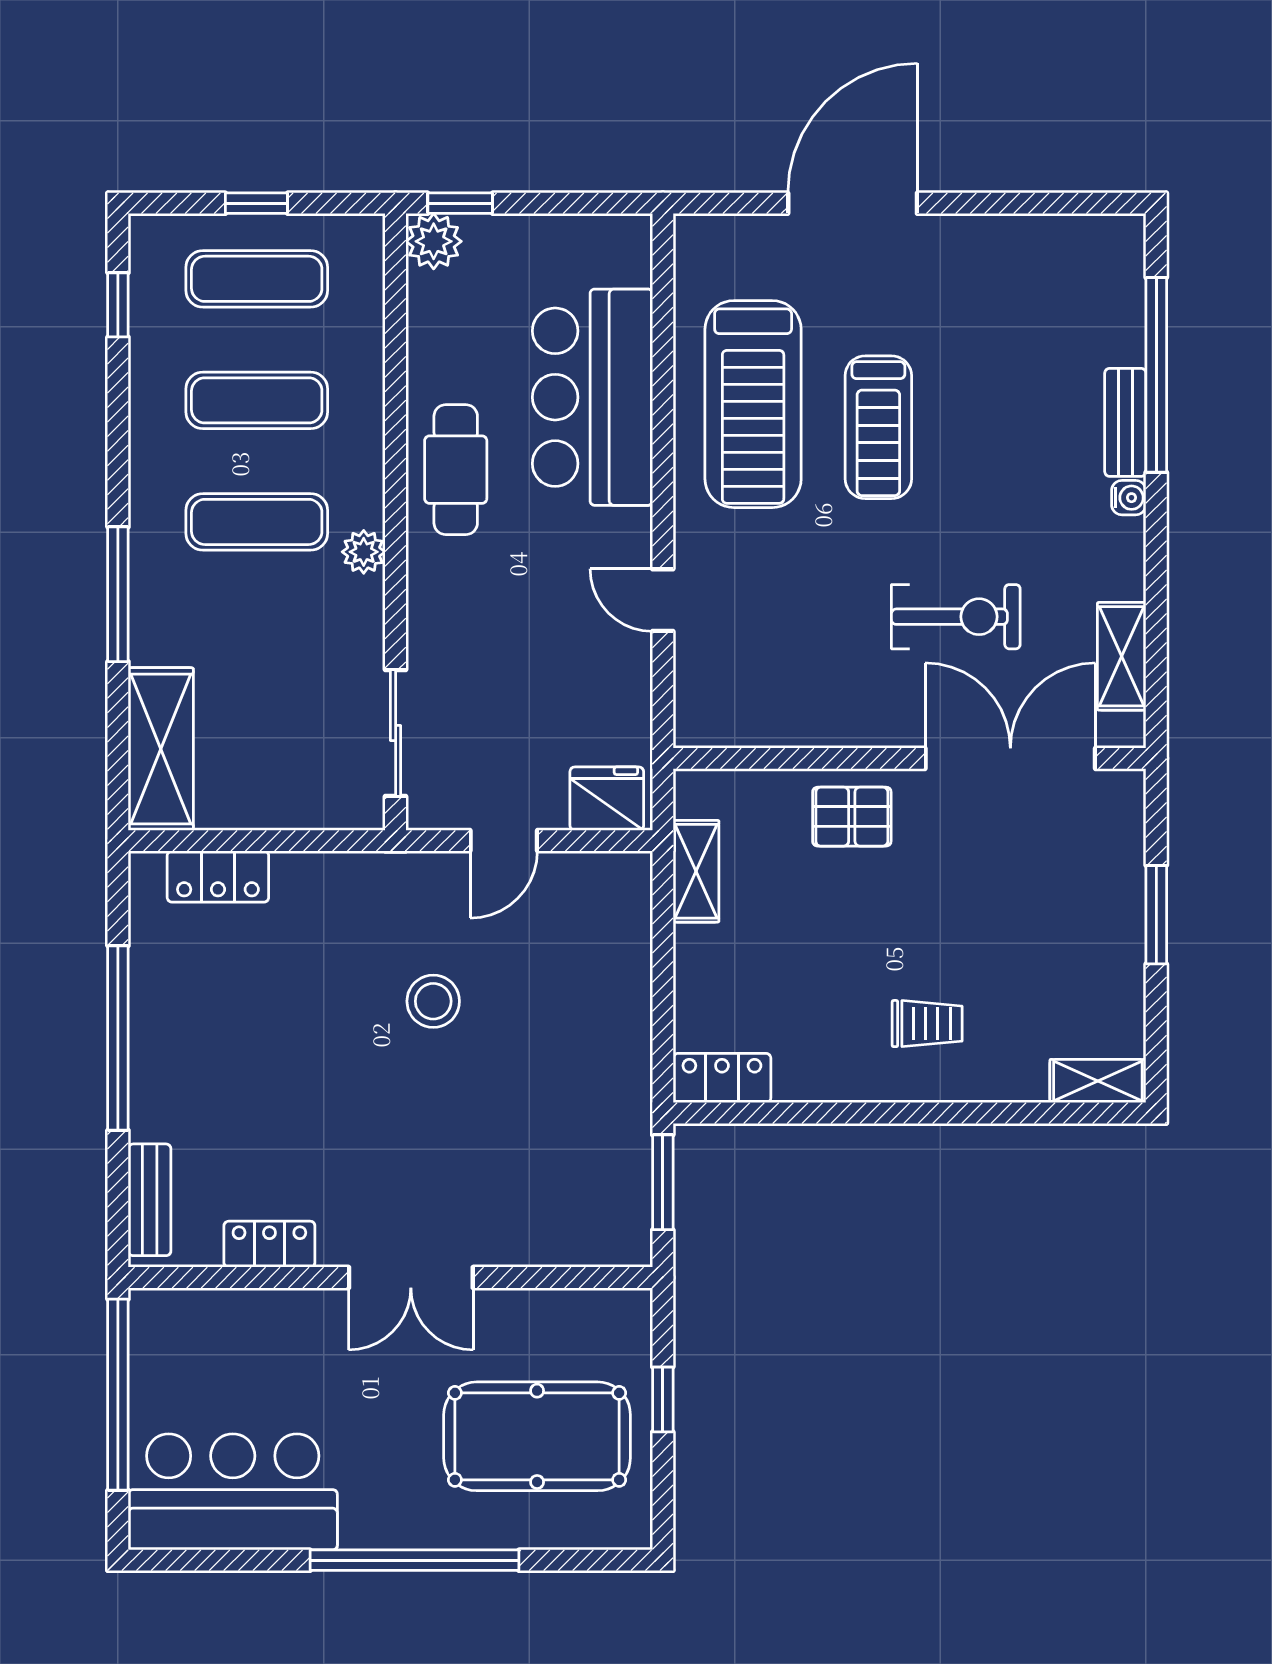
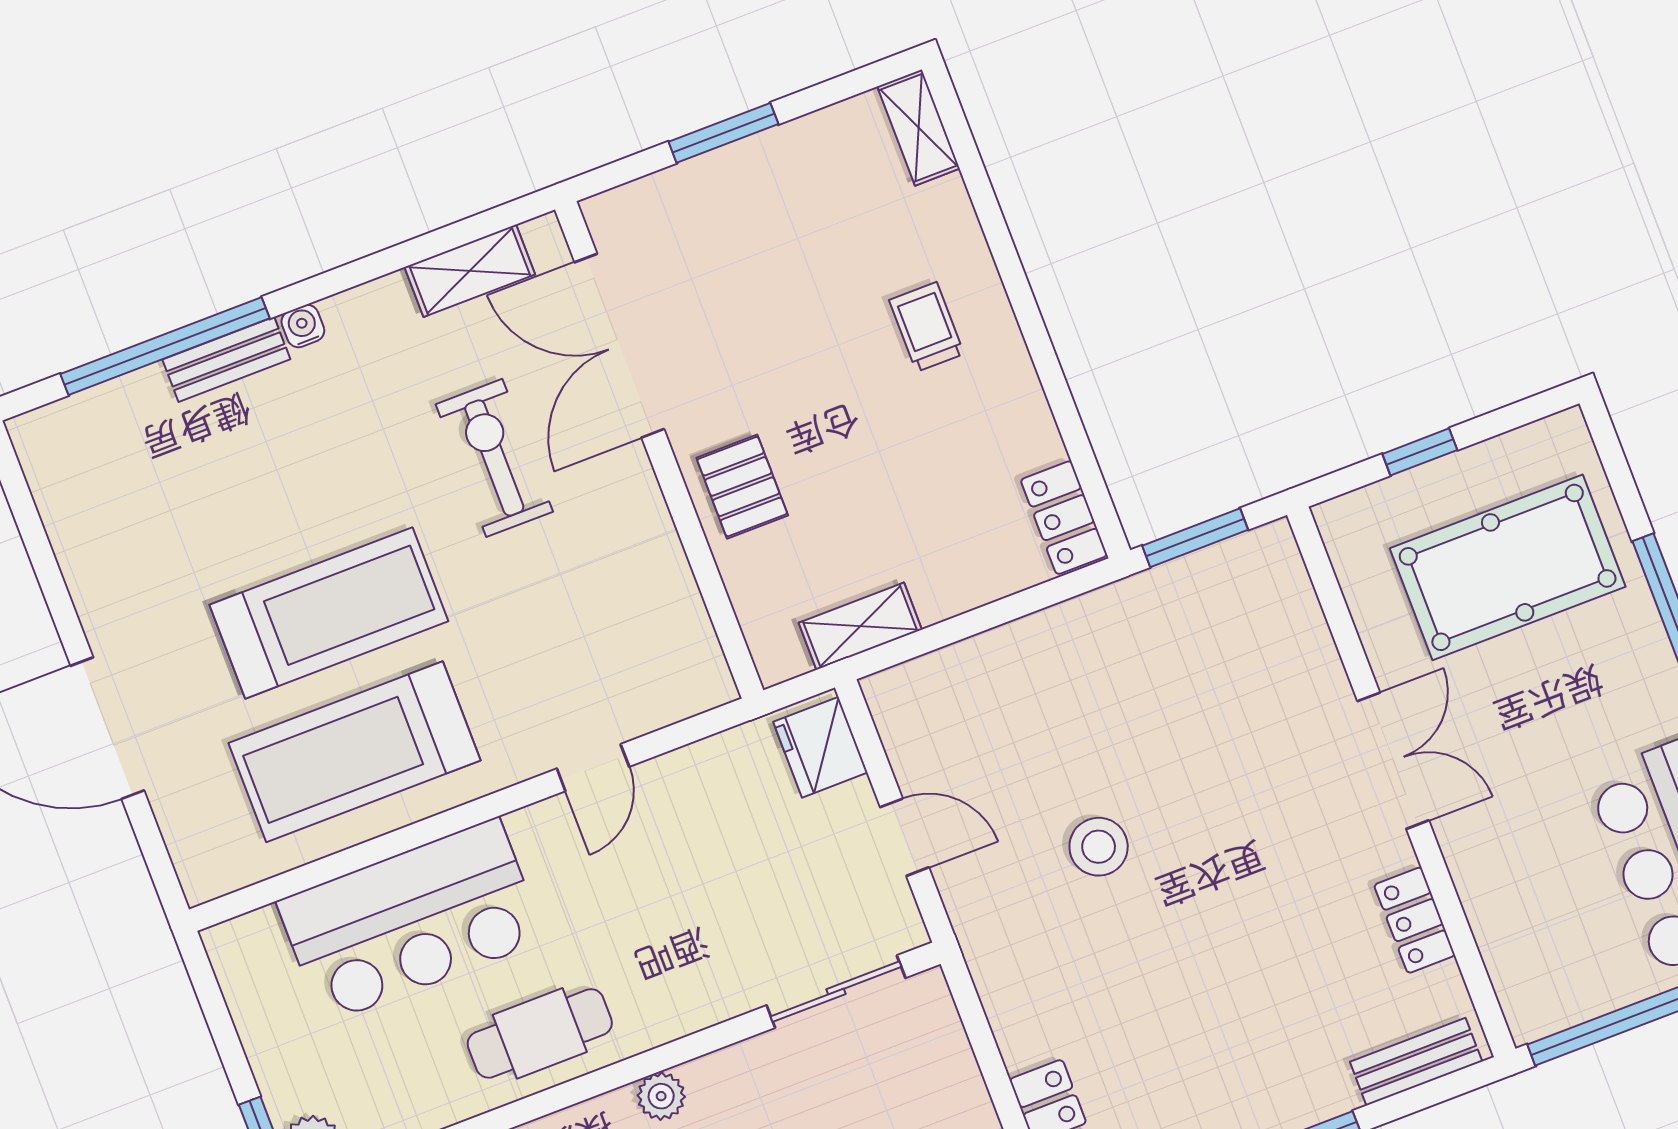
treadmill: (753, 404) -> (355, 752), turned 180
treadmill: (878, 427) -> (329, 613), width x1.37, depth x1.38
pool table: (537, 1436) -> (1508, 567), turned 90

